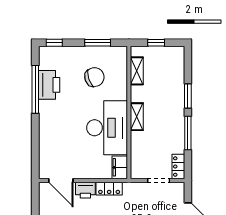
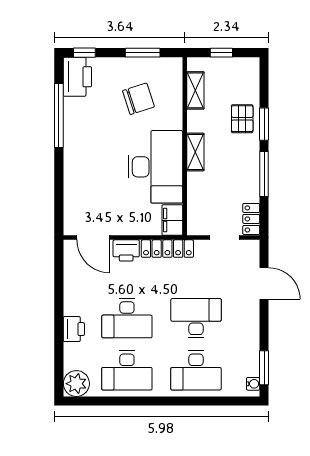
printer: (49, 85) -> (77, 77), moved
pallet: (172, 92) -> (242, 119), added
locker: (109, 189) -> (167, 249), width x1.53

